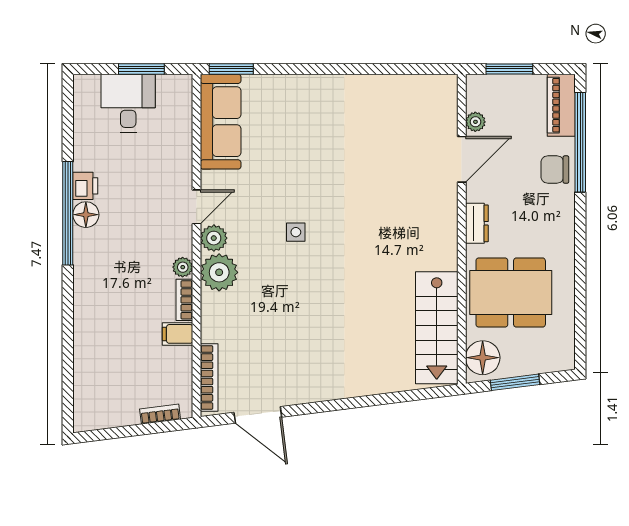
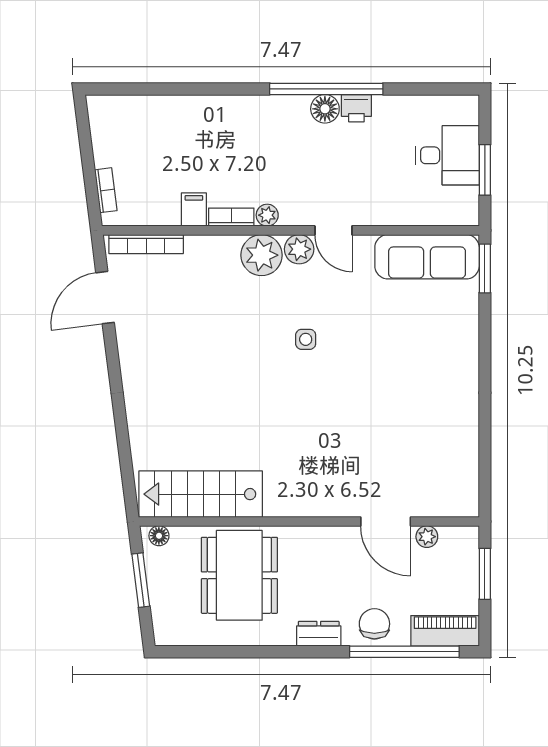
dresser: (477, 223) -> (319, 634), moved, turned 180
floor lamp: (483, 358) -> (159, 536), width x0.53, depth x0.53

